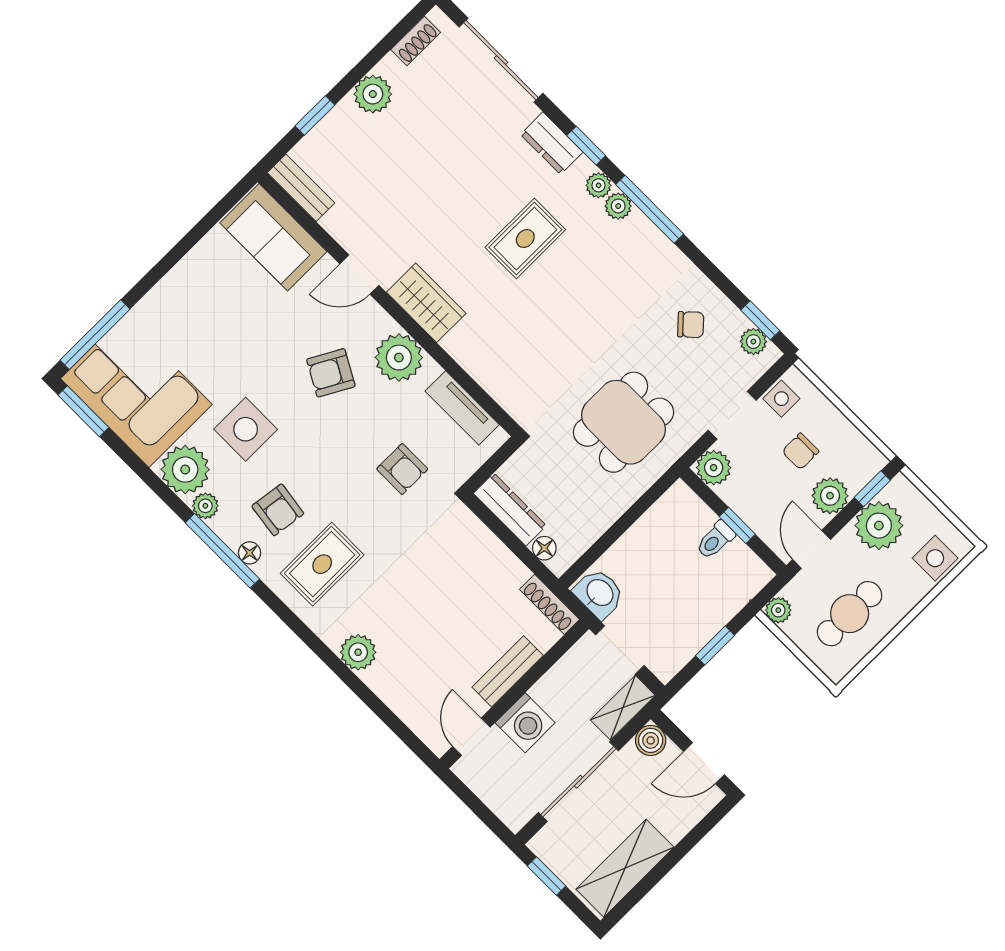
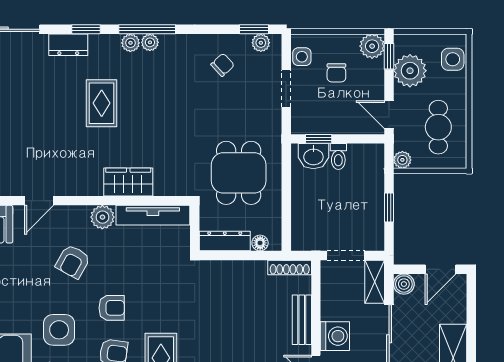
plant: (599, 185) -> (150, 42), moved
wardrobe: (426, 303) -> (128, 182), moved
plant: (399, 358) -> (102, 217), width x0.73, depth x0.73
tv unit: (462, 408) -> (153, 215), width x1.41
dining table: (624, 422) -> (239, 173), moved
plant: (714, 468) -> (303, 123), removed
armchair: (402, 469) -> (112, 308), moved
plant: (830, 496) -> (372, 46), moved
window: (737, 525) -> (319, 139), moved
washbasin: (599, 593) -> (313, 156), moved, turned 180

